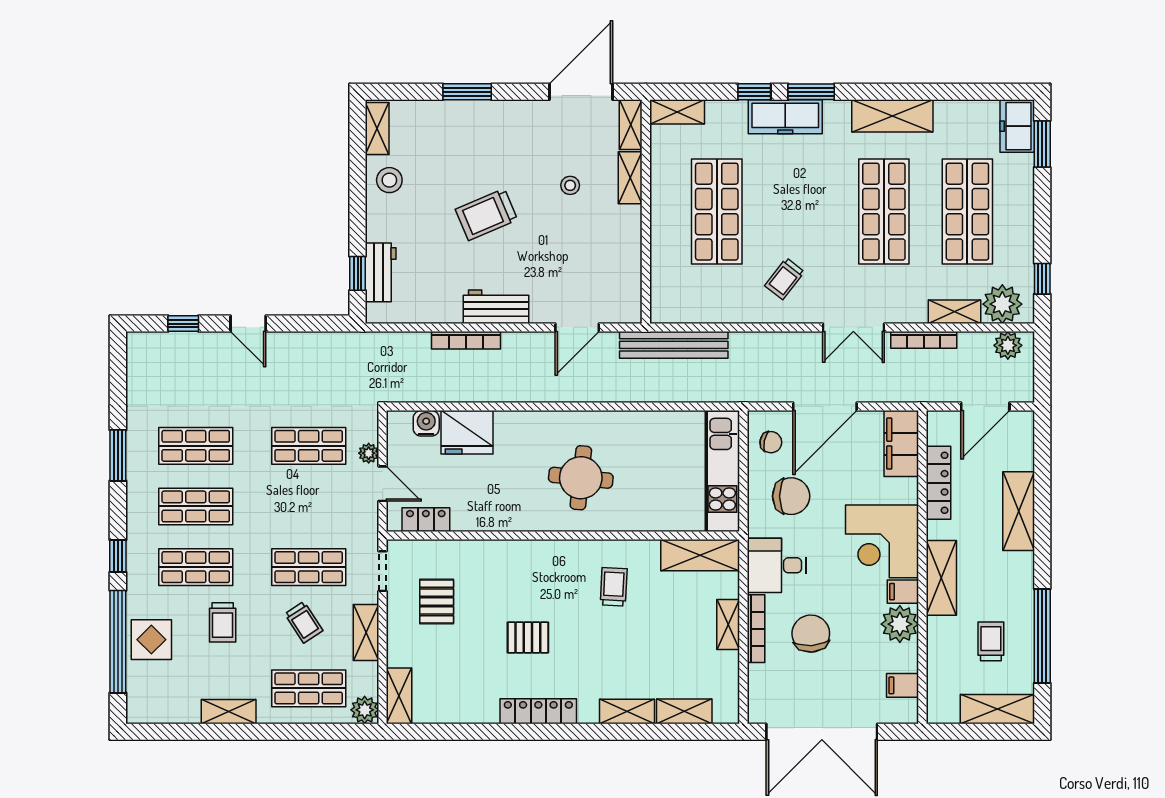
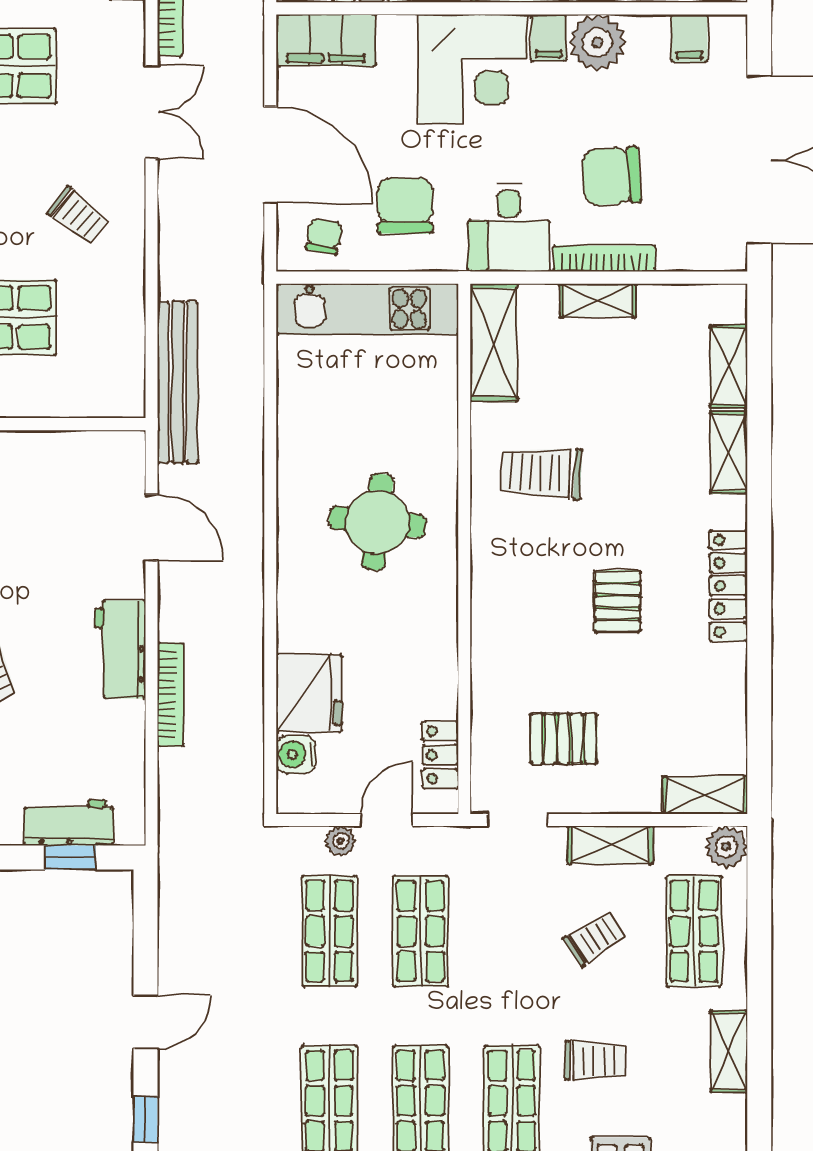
shop shelf: (309, 567) -> (421, 931), moved
trolley: (614, 587) -> (541, 472), width x1.36, depth x1.39

